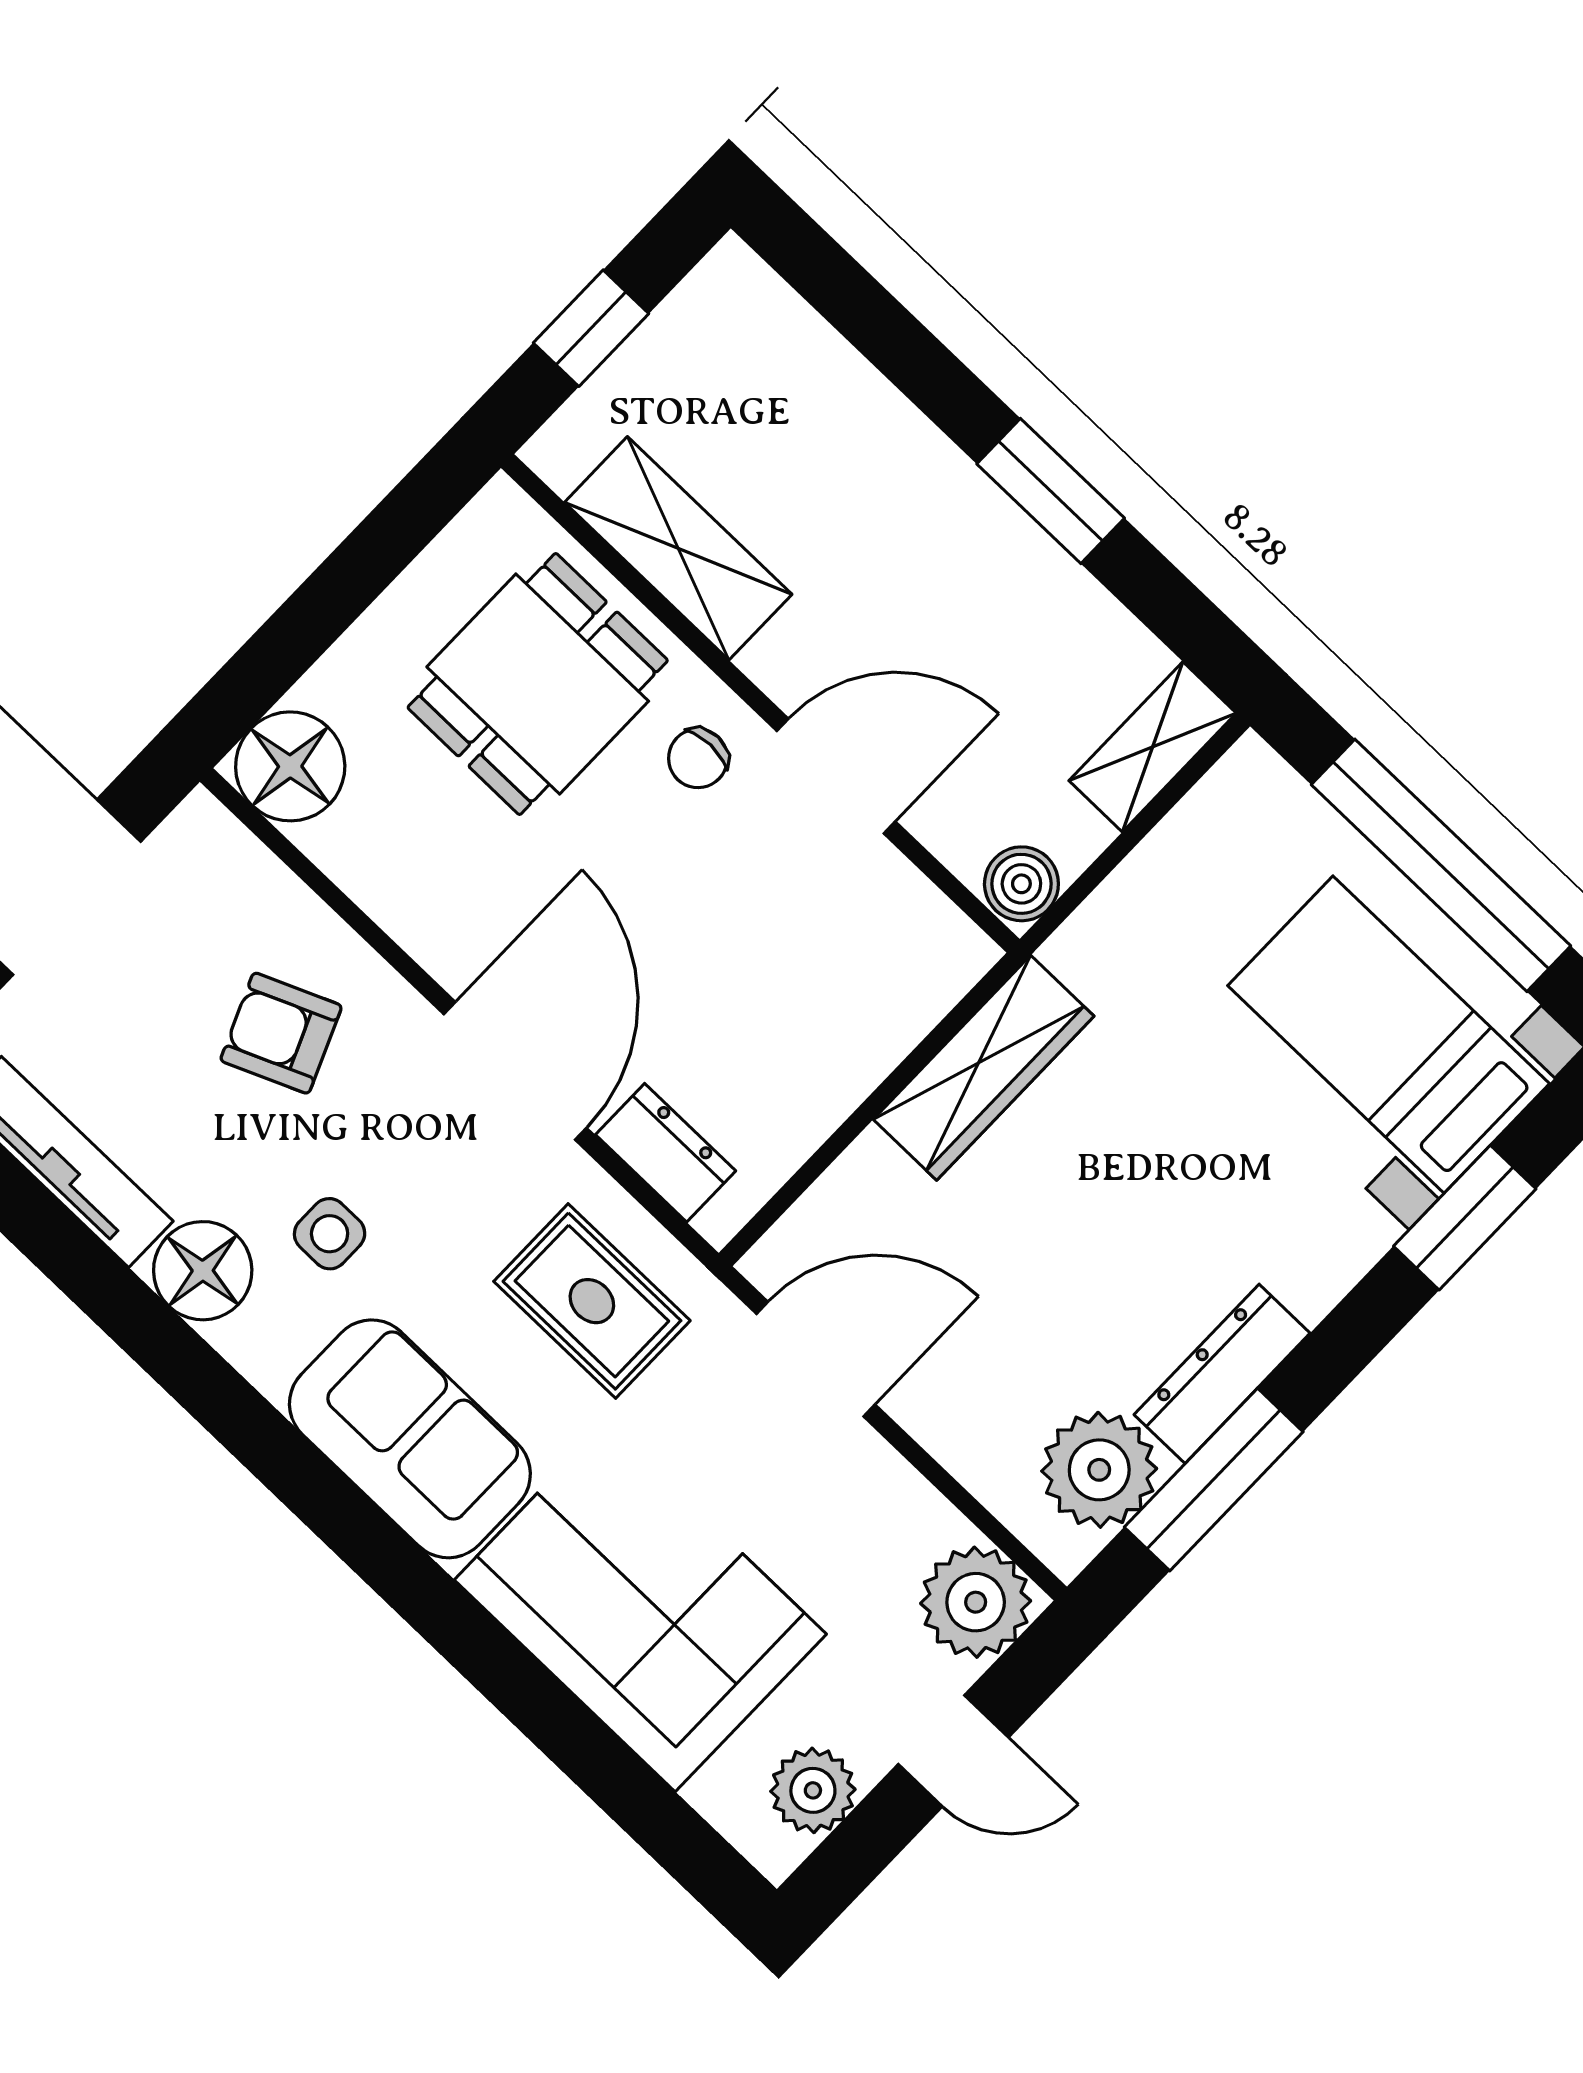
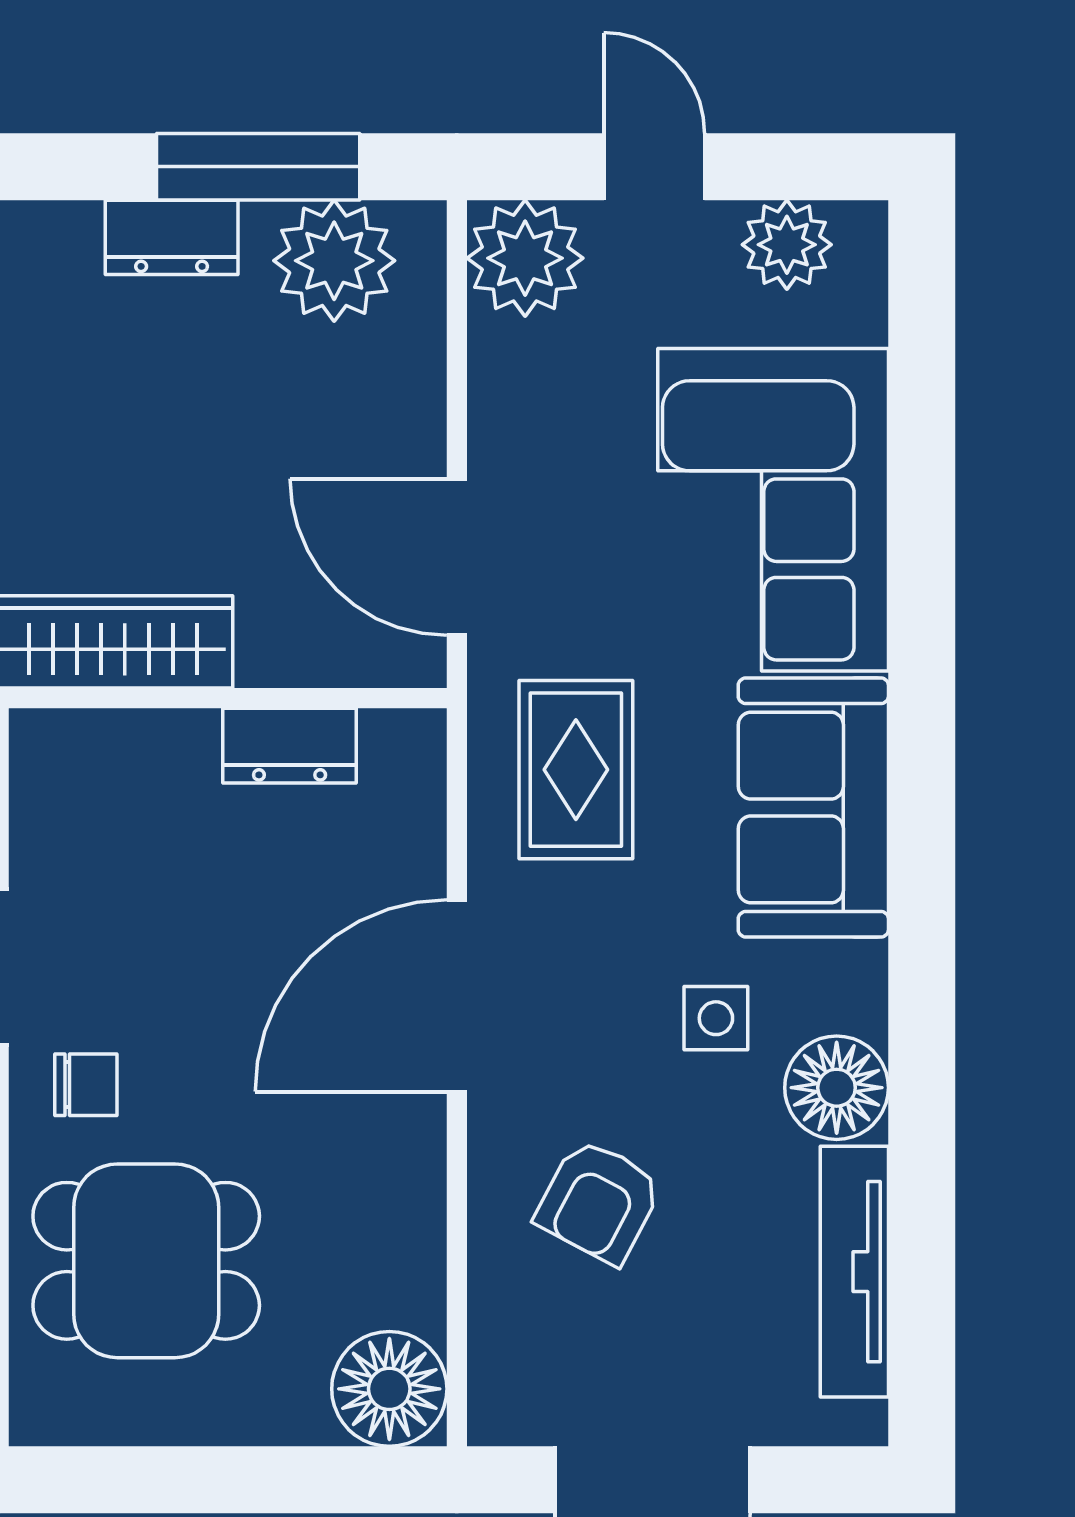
armchair: (281, 1033) -> (599, 1201), turned 51
dresser: (666, 1153) -> (290, 746), moved, turned -90
dresser: (1222, 1374) -> (172, 237), width x0.70

